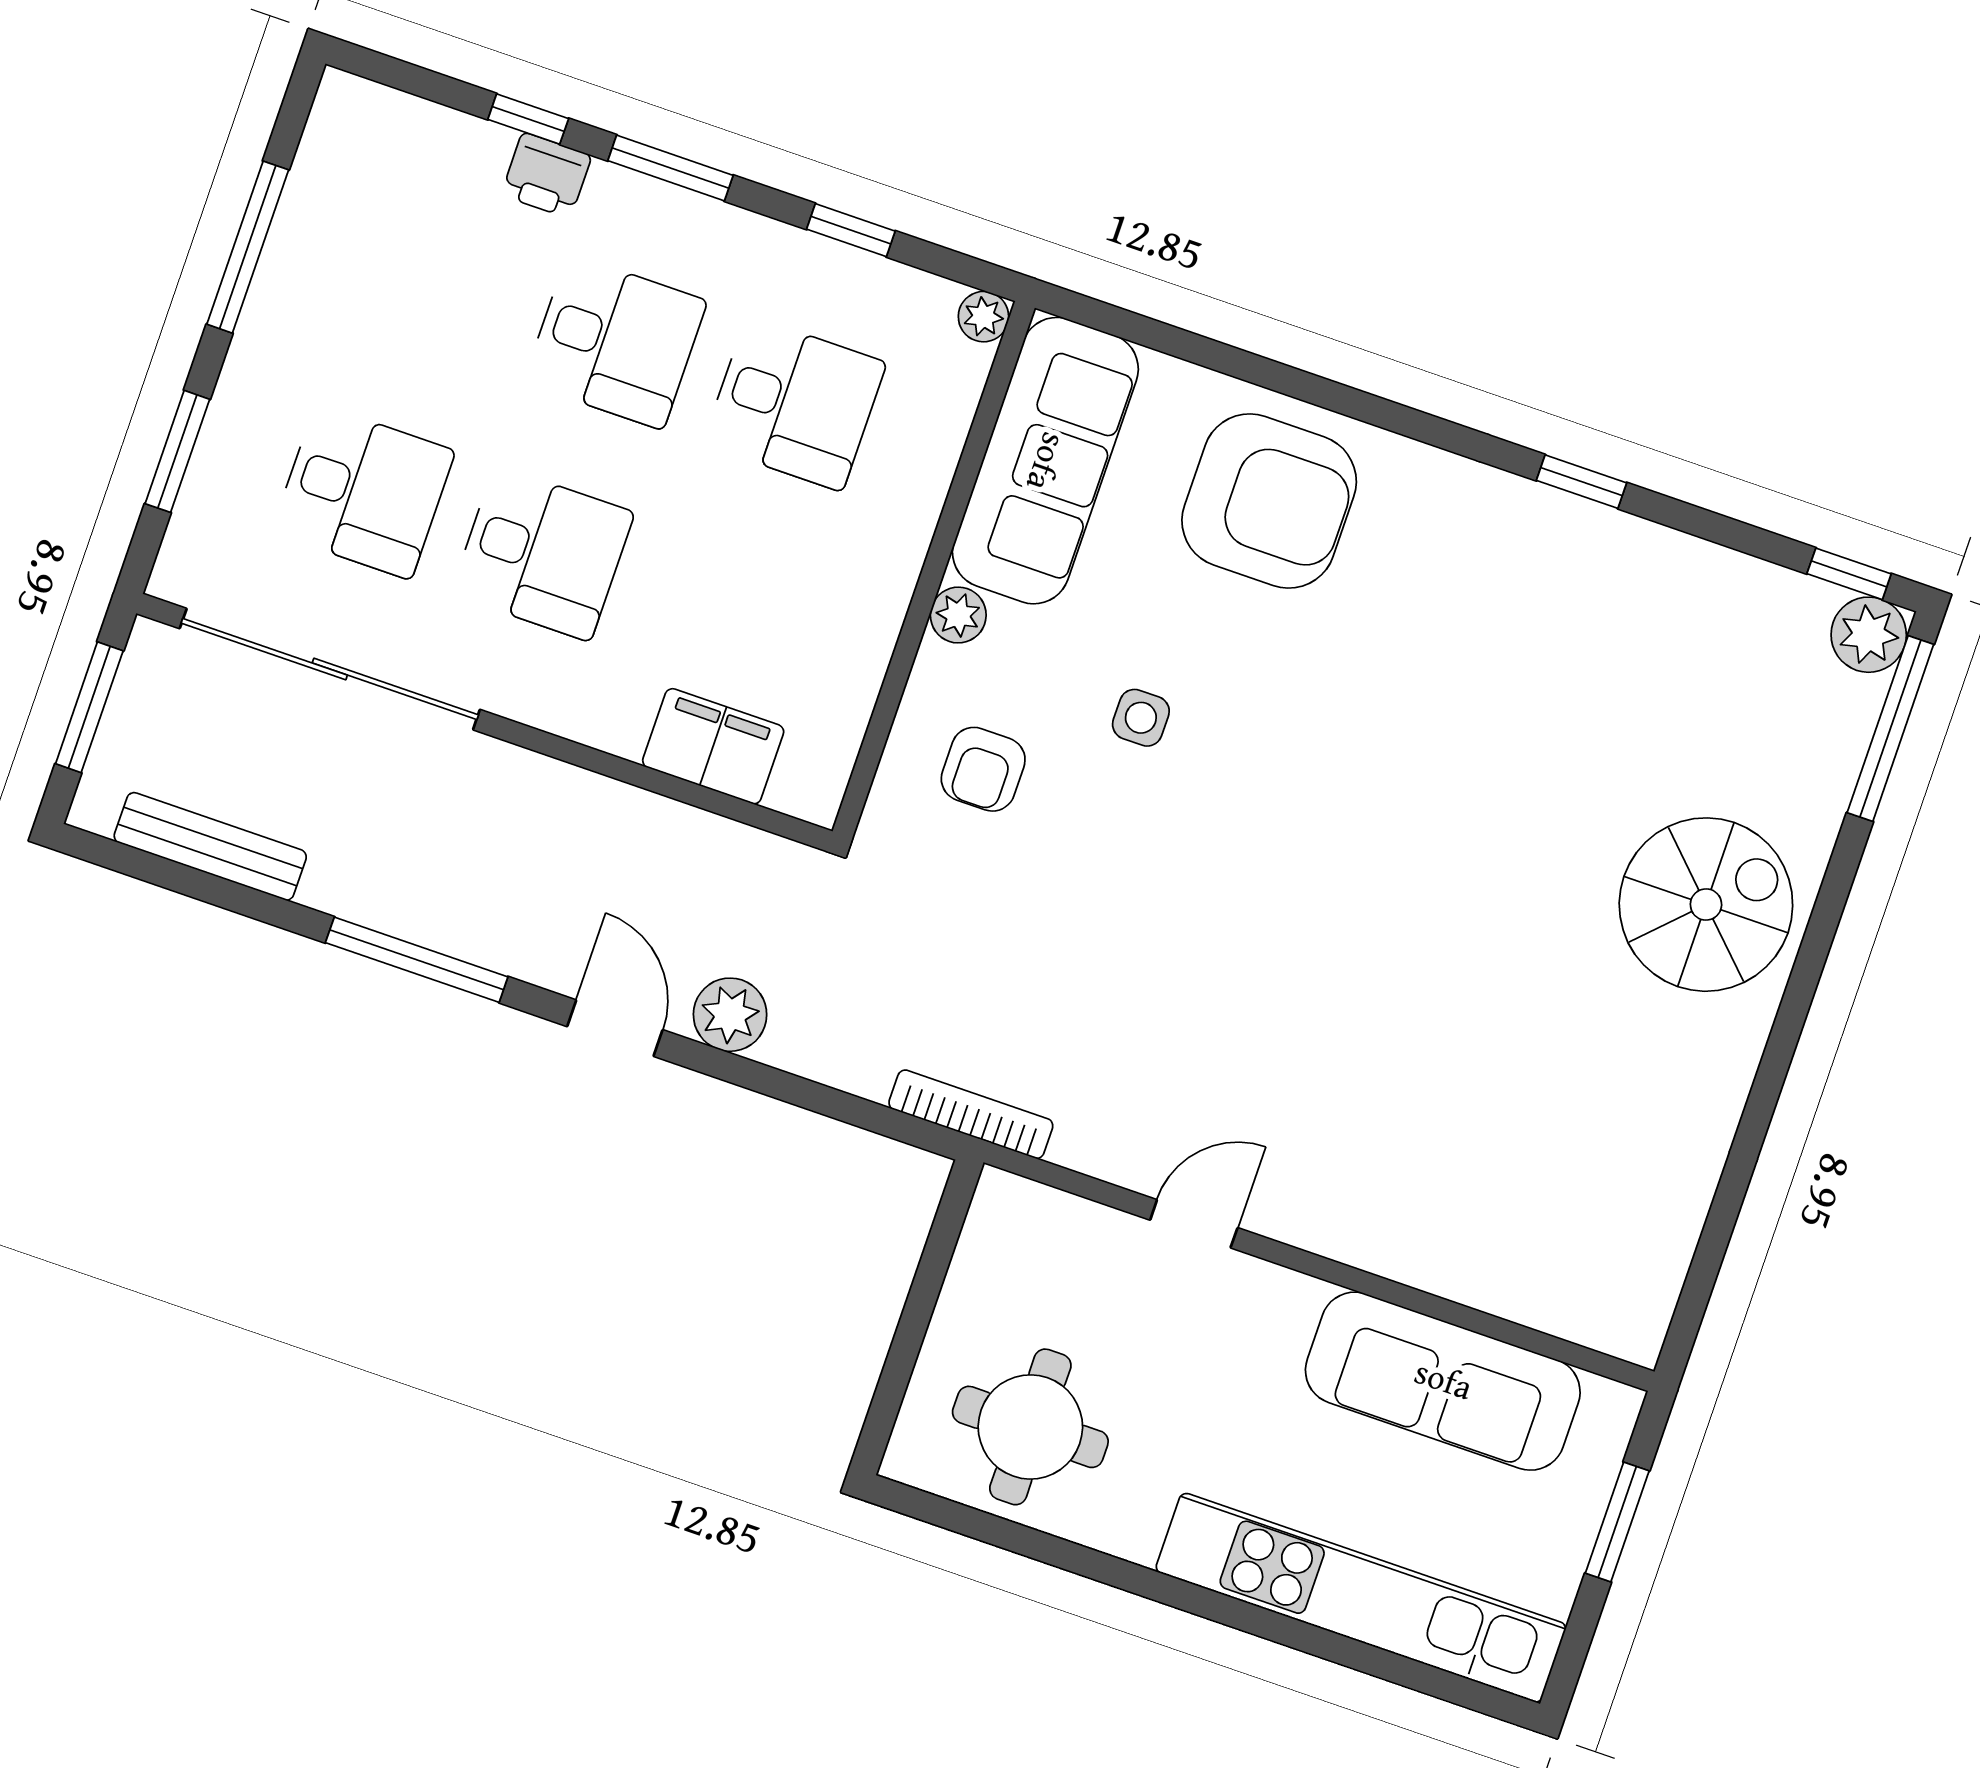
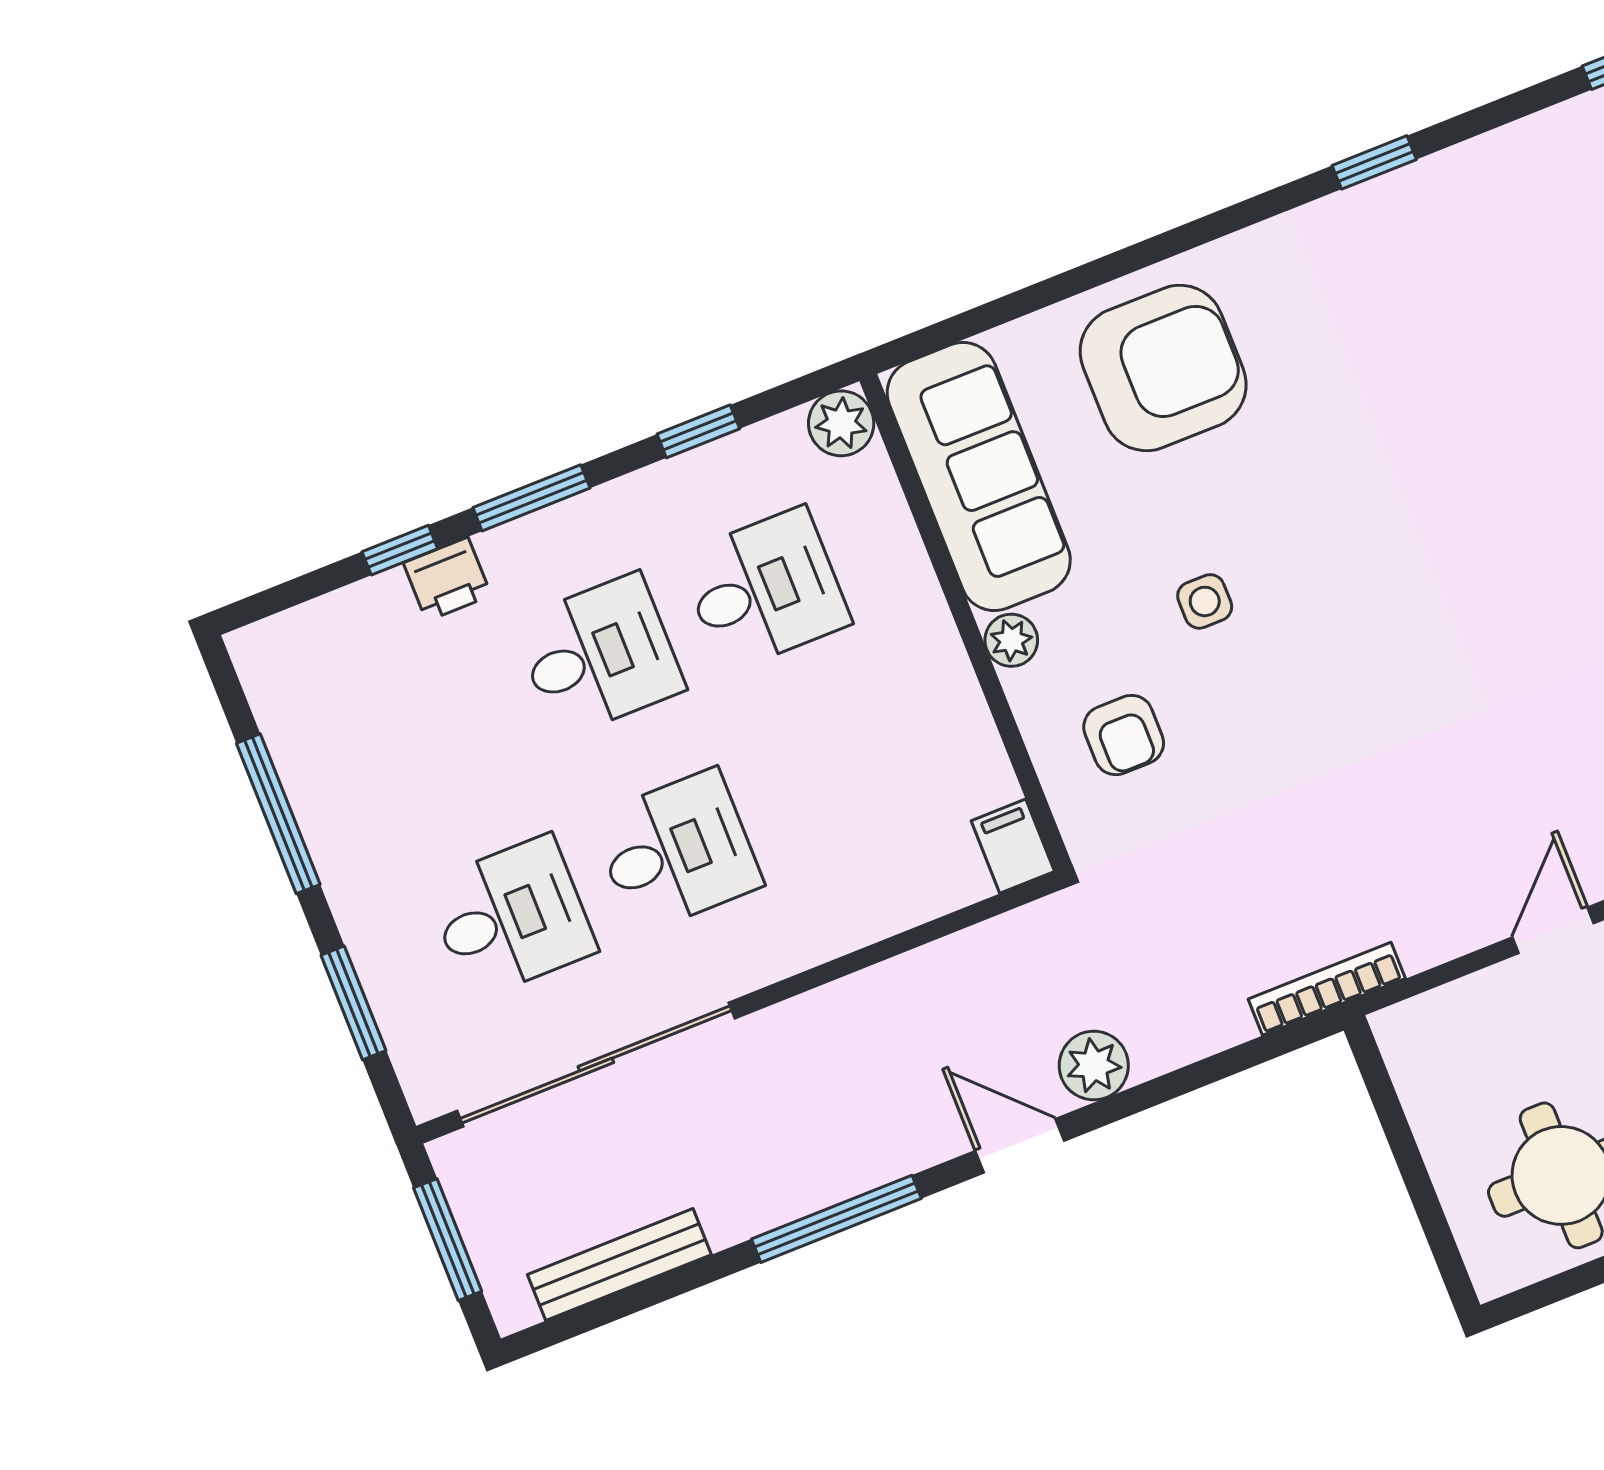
plant: (983, 317) -> (841, 423), width x1.38, depth x1.38
filing cabinet: (713, 746) -> (1013, 846), moved, width x0.50

